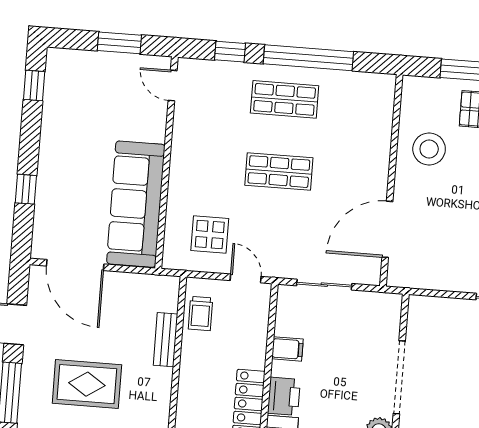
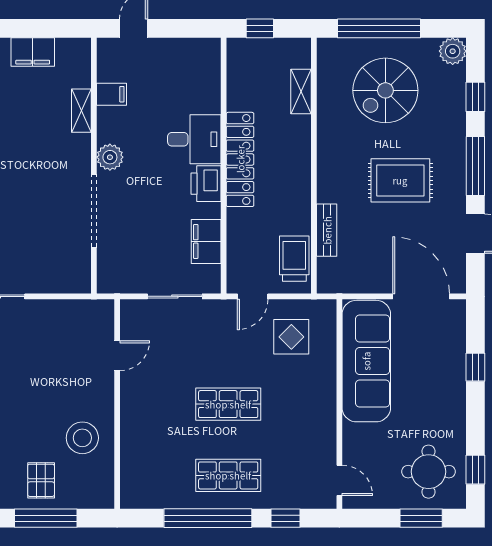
window: (119, 43) -> (421, 518), moved
round table: (82, 87) -> (429, 472), added
door: (387, 229) -> (117, 356), width x0.53
door: (246, 278) -> (253, 296), hinge flipped
trolley: (200, 313) -> (294, 259), width x1.36, depth x1.39
filing cabinet: (287, 349) -> (206, 241), width x2.00

